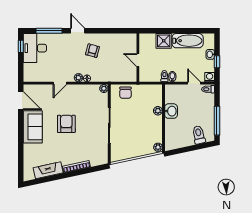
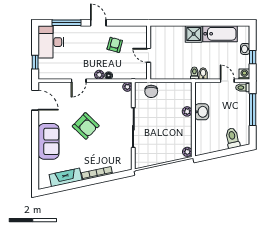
window: (21, 46) -> (35, 62), moved
wall: (138, 58) -> (149, 53), moved
door: (138, 60) -> (149, 55), moved
window: (217, 121) -> (253, 110), moved
armchair: (66, 124) -> (86, 126), turned 134
sofa: (33, 127) -> (49, 141), moved

